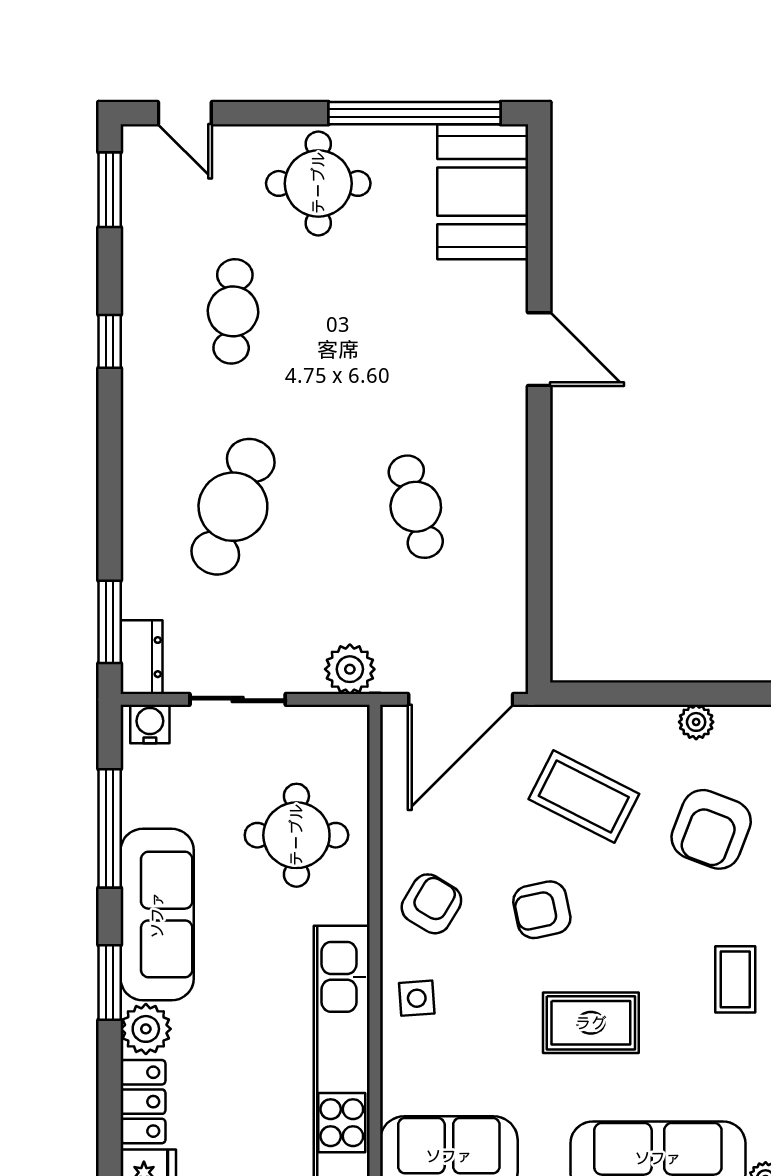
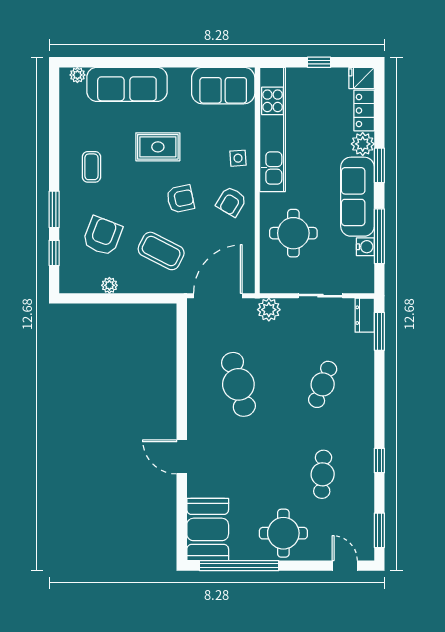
cafe table: (233, 507) -> (323, 384), width x0.73, depth x0.74
cafe table: (416, 507) -> (238, 384), width x1.37, depth x1.35
water cooler: (150, 724) -> (365, 247), moved, turned -90

